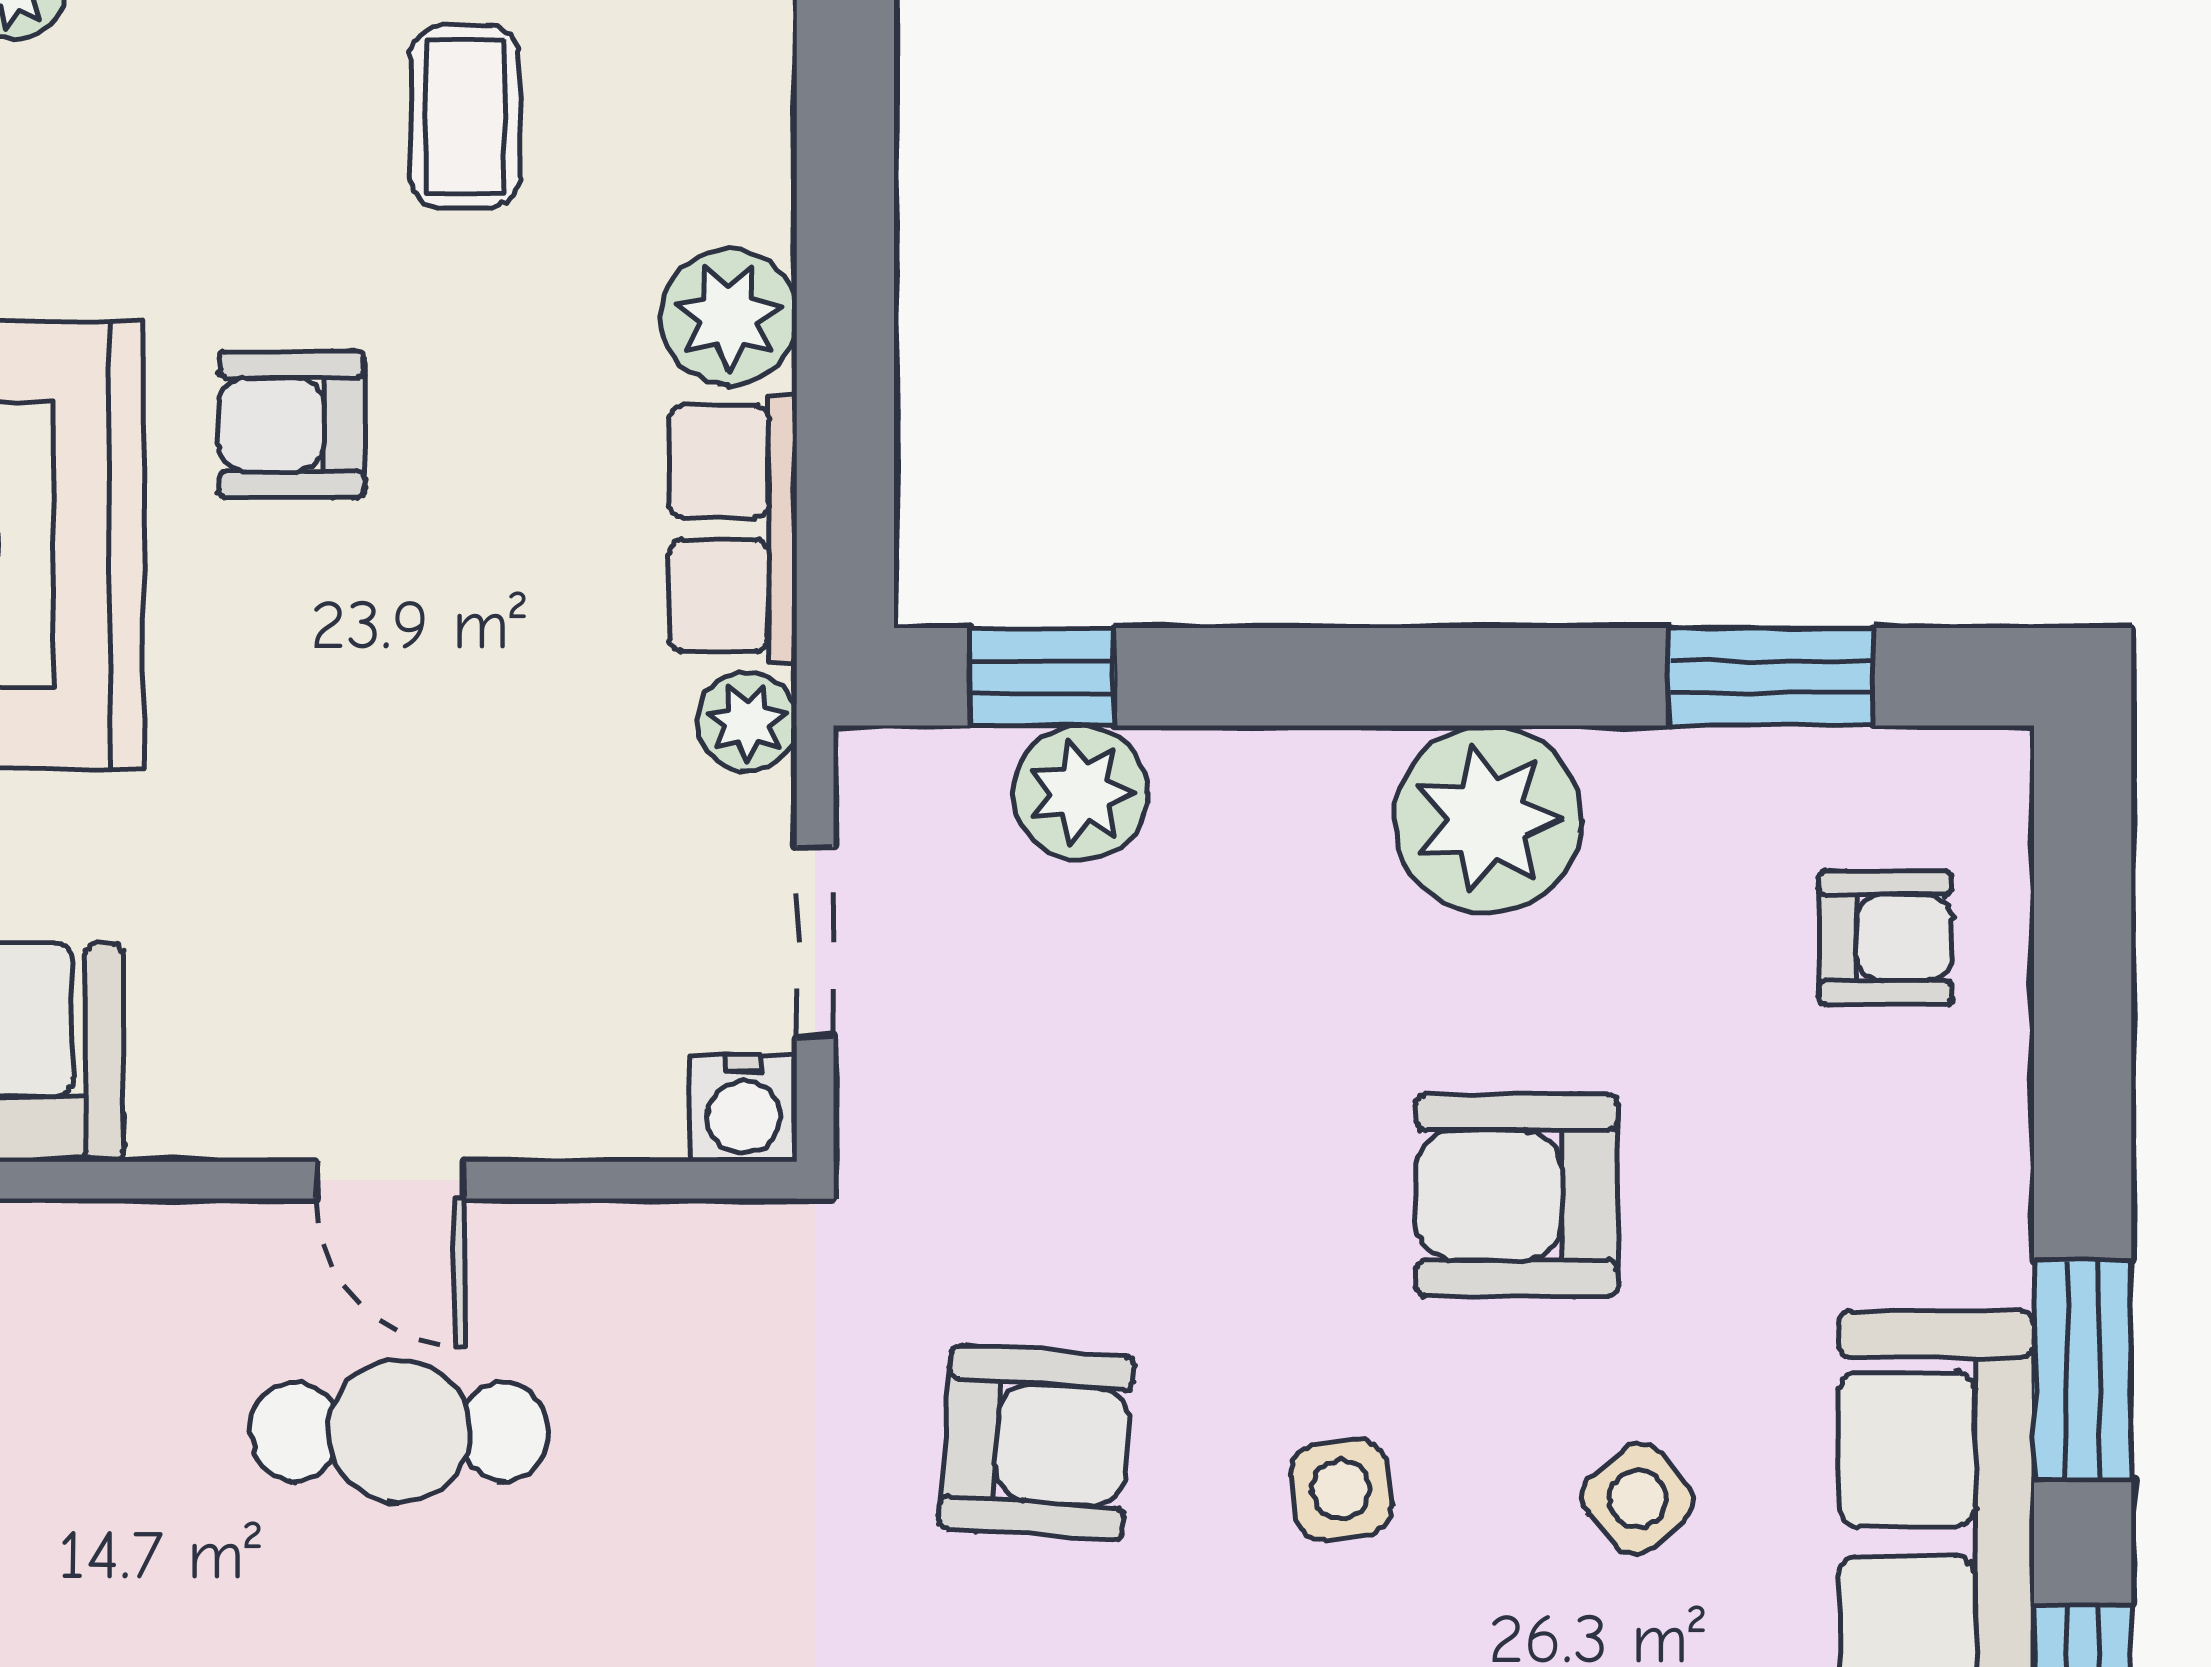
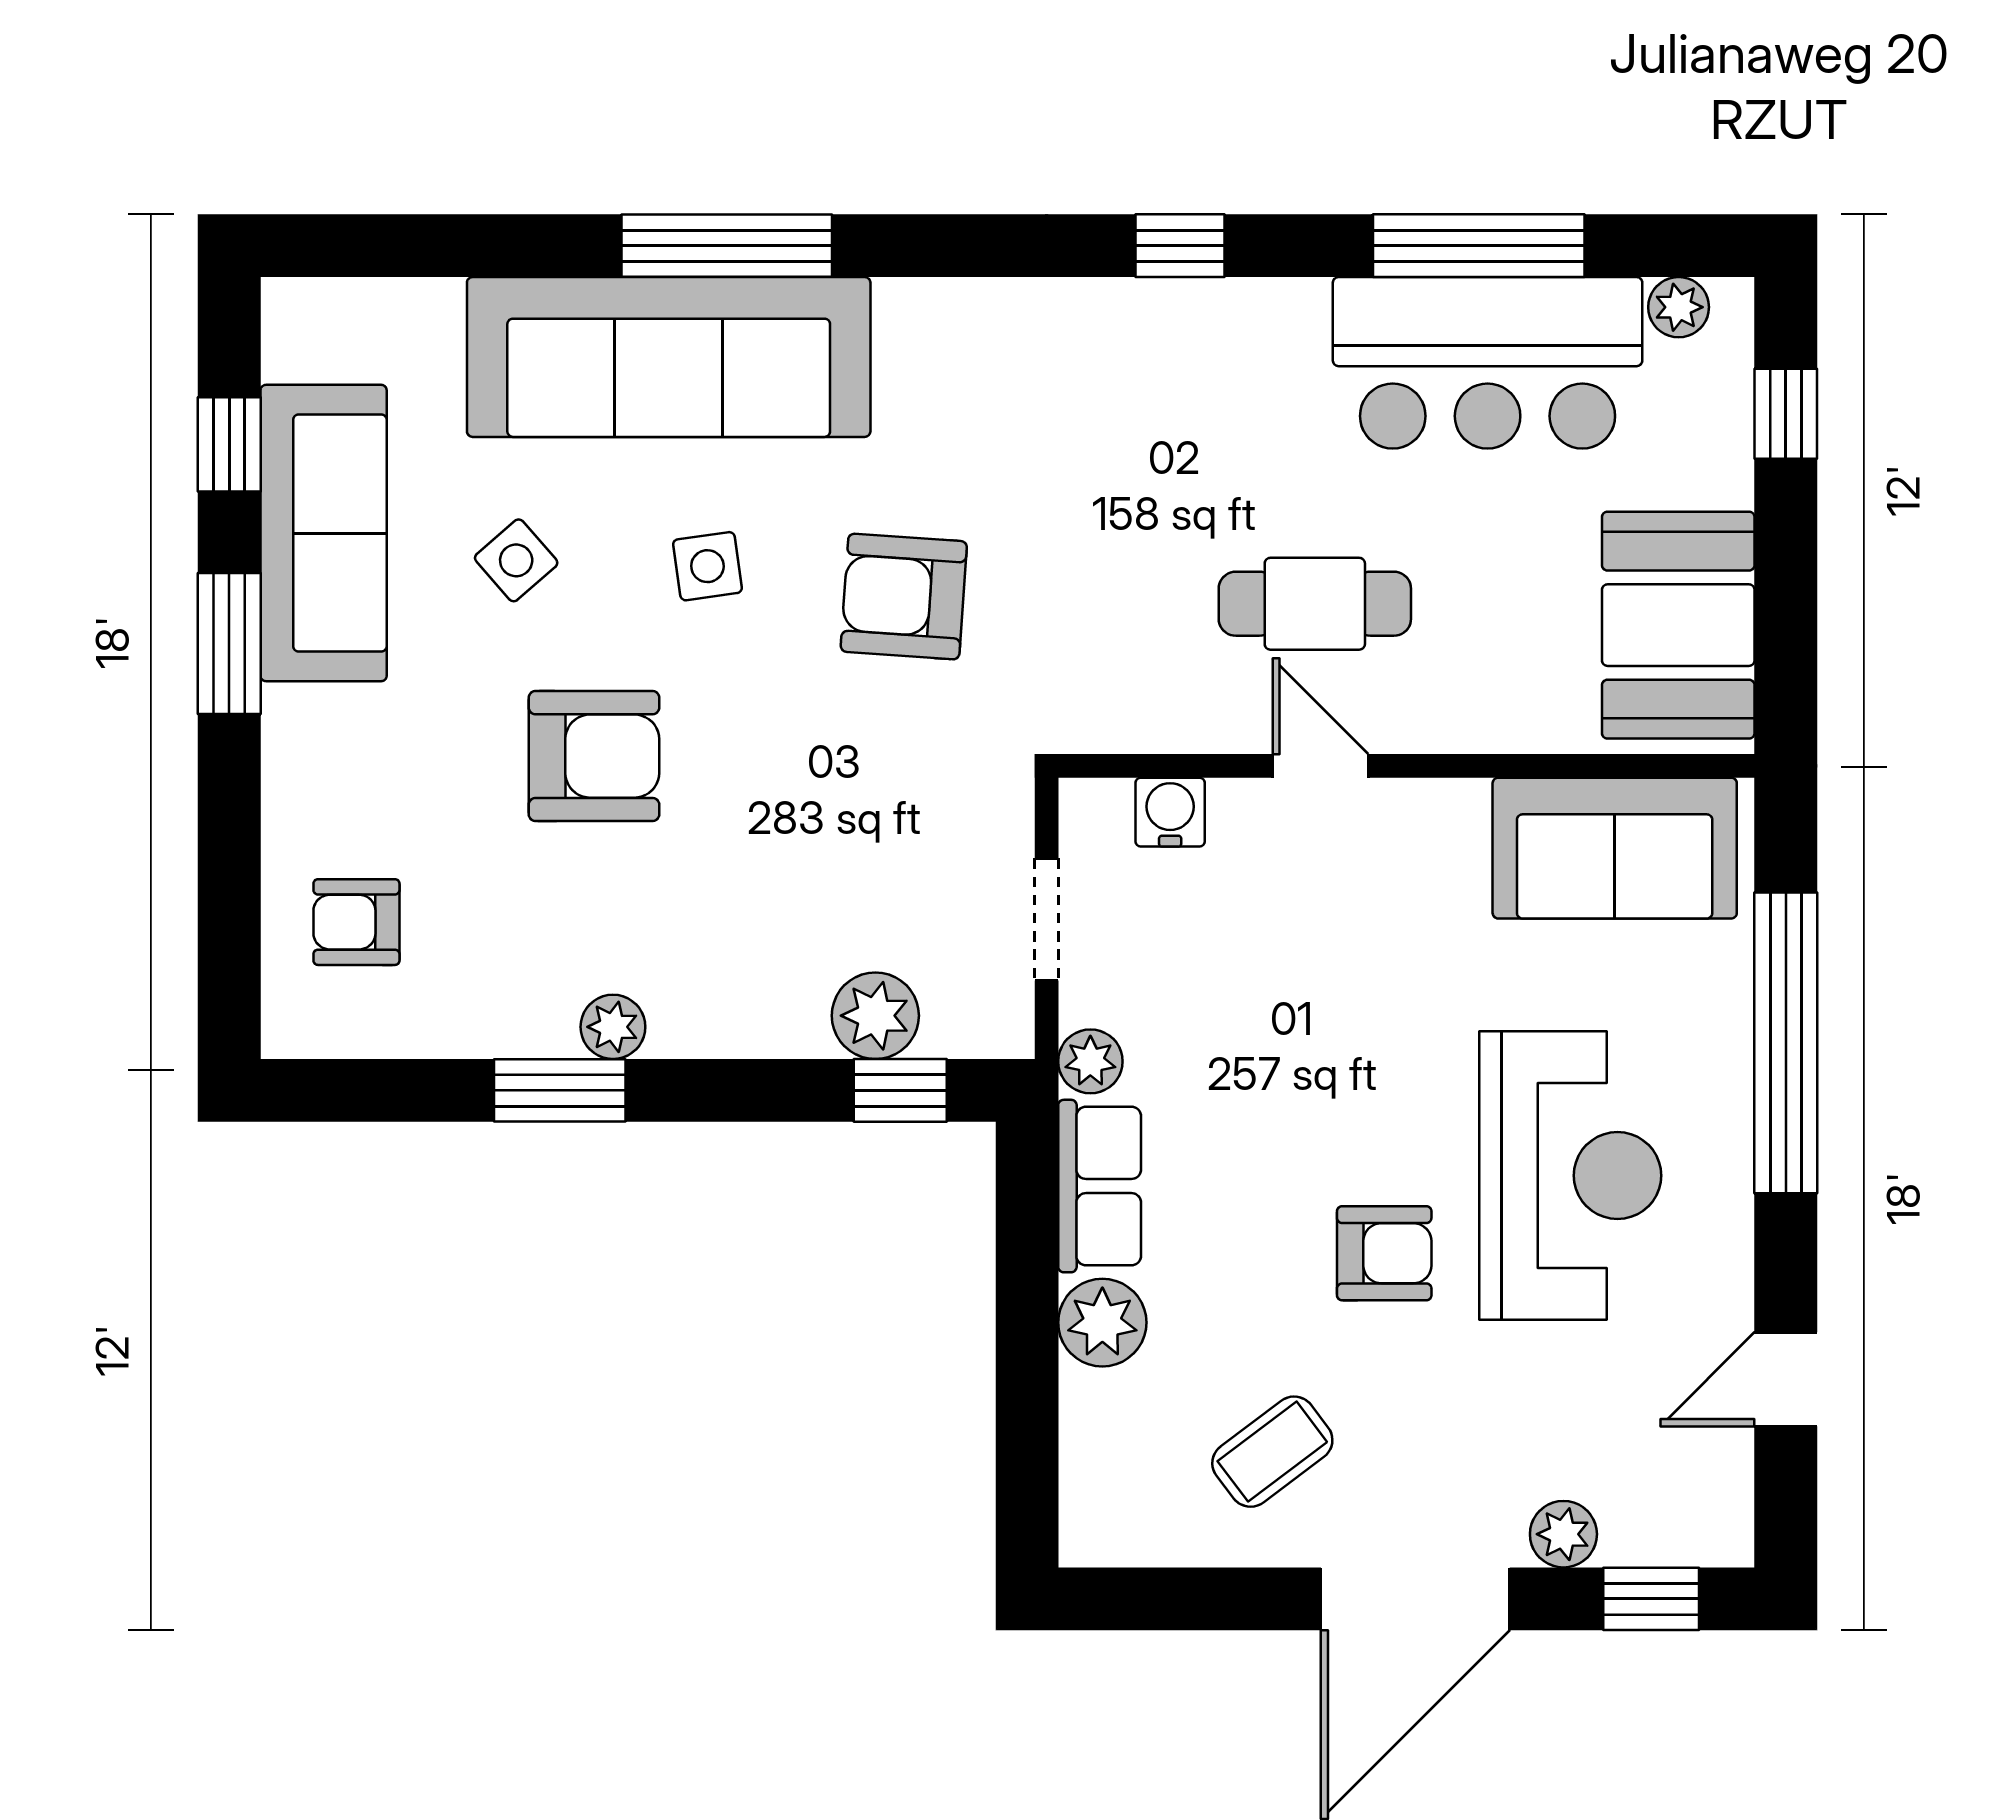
coffee table: (465, 117) -> (1272, 1452), turned 53
window: (1771, 677) -> (560, 1090), moved
plant: (1488, 819) -> (613, 1027), width x0.53, depth x0.53
water cooler: (743, 1108) -> (1170, 812), moved

